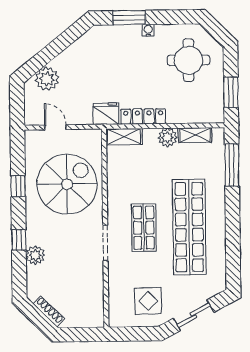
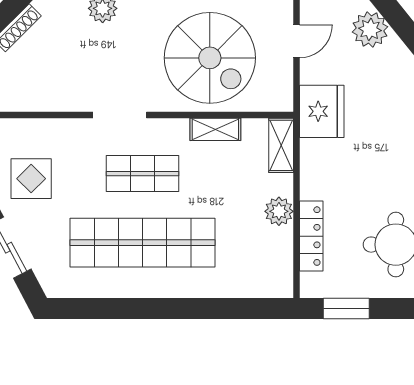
fridge: (106, 114) -> (322, 111), width x1.36, depth x1.34
locker: (143, 117) -> (311, 236), moved
shelving: (195, 135) -> (215, 129), moved, turned 90
window: (232, 165) -> (236, 308), removed

